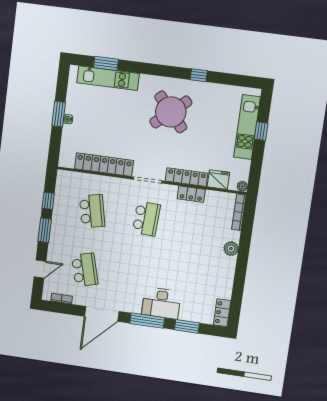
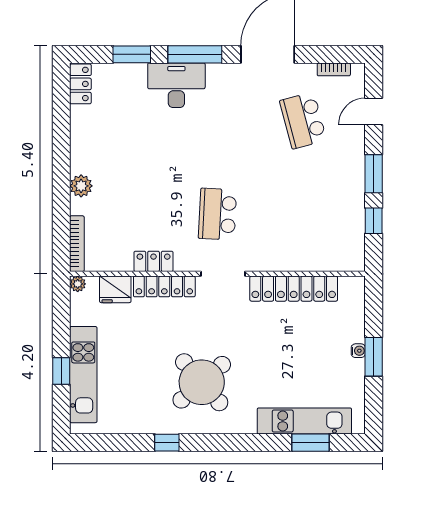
school desk: (92, 211) -> (303, 214), removed

